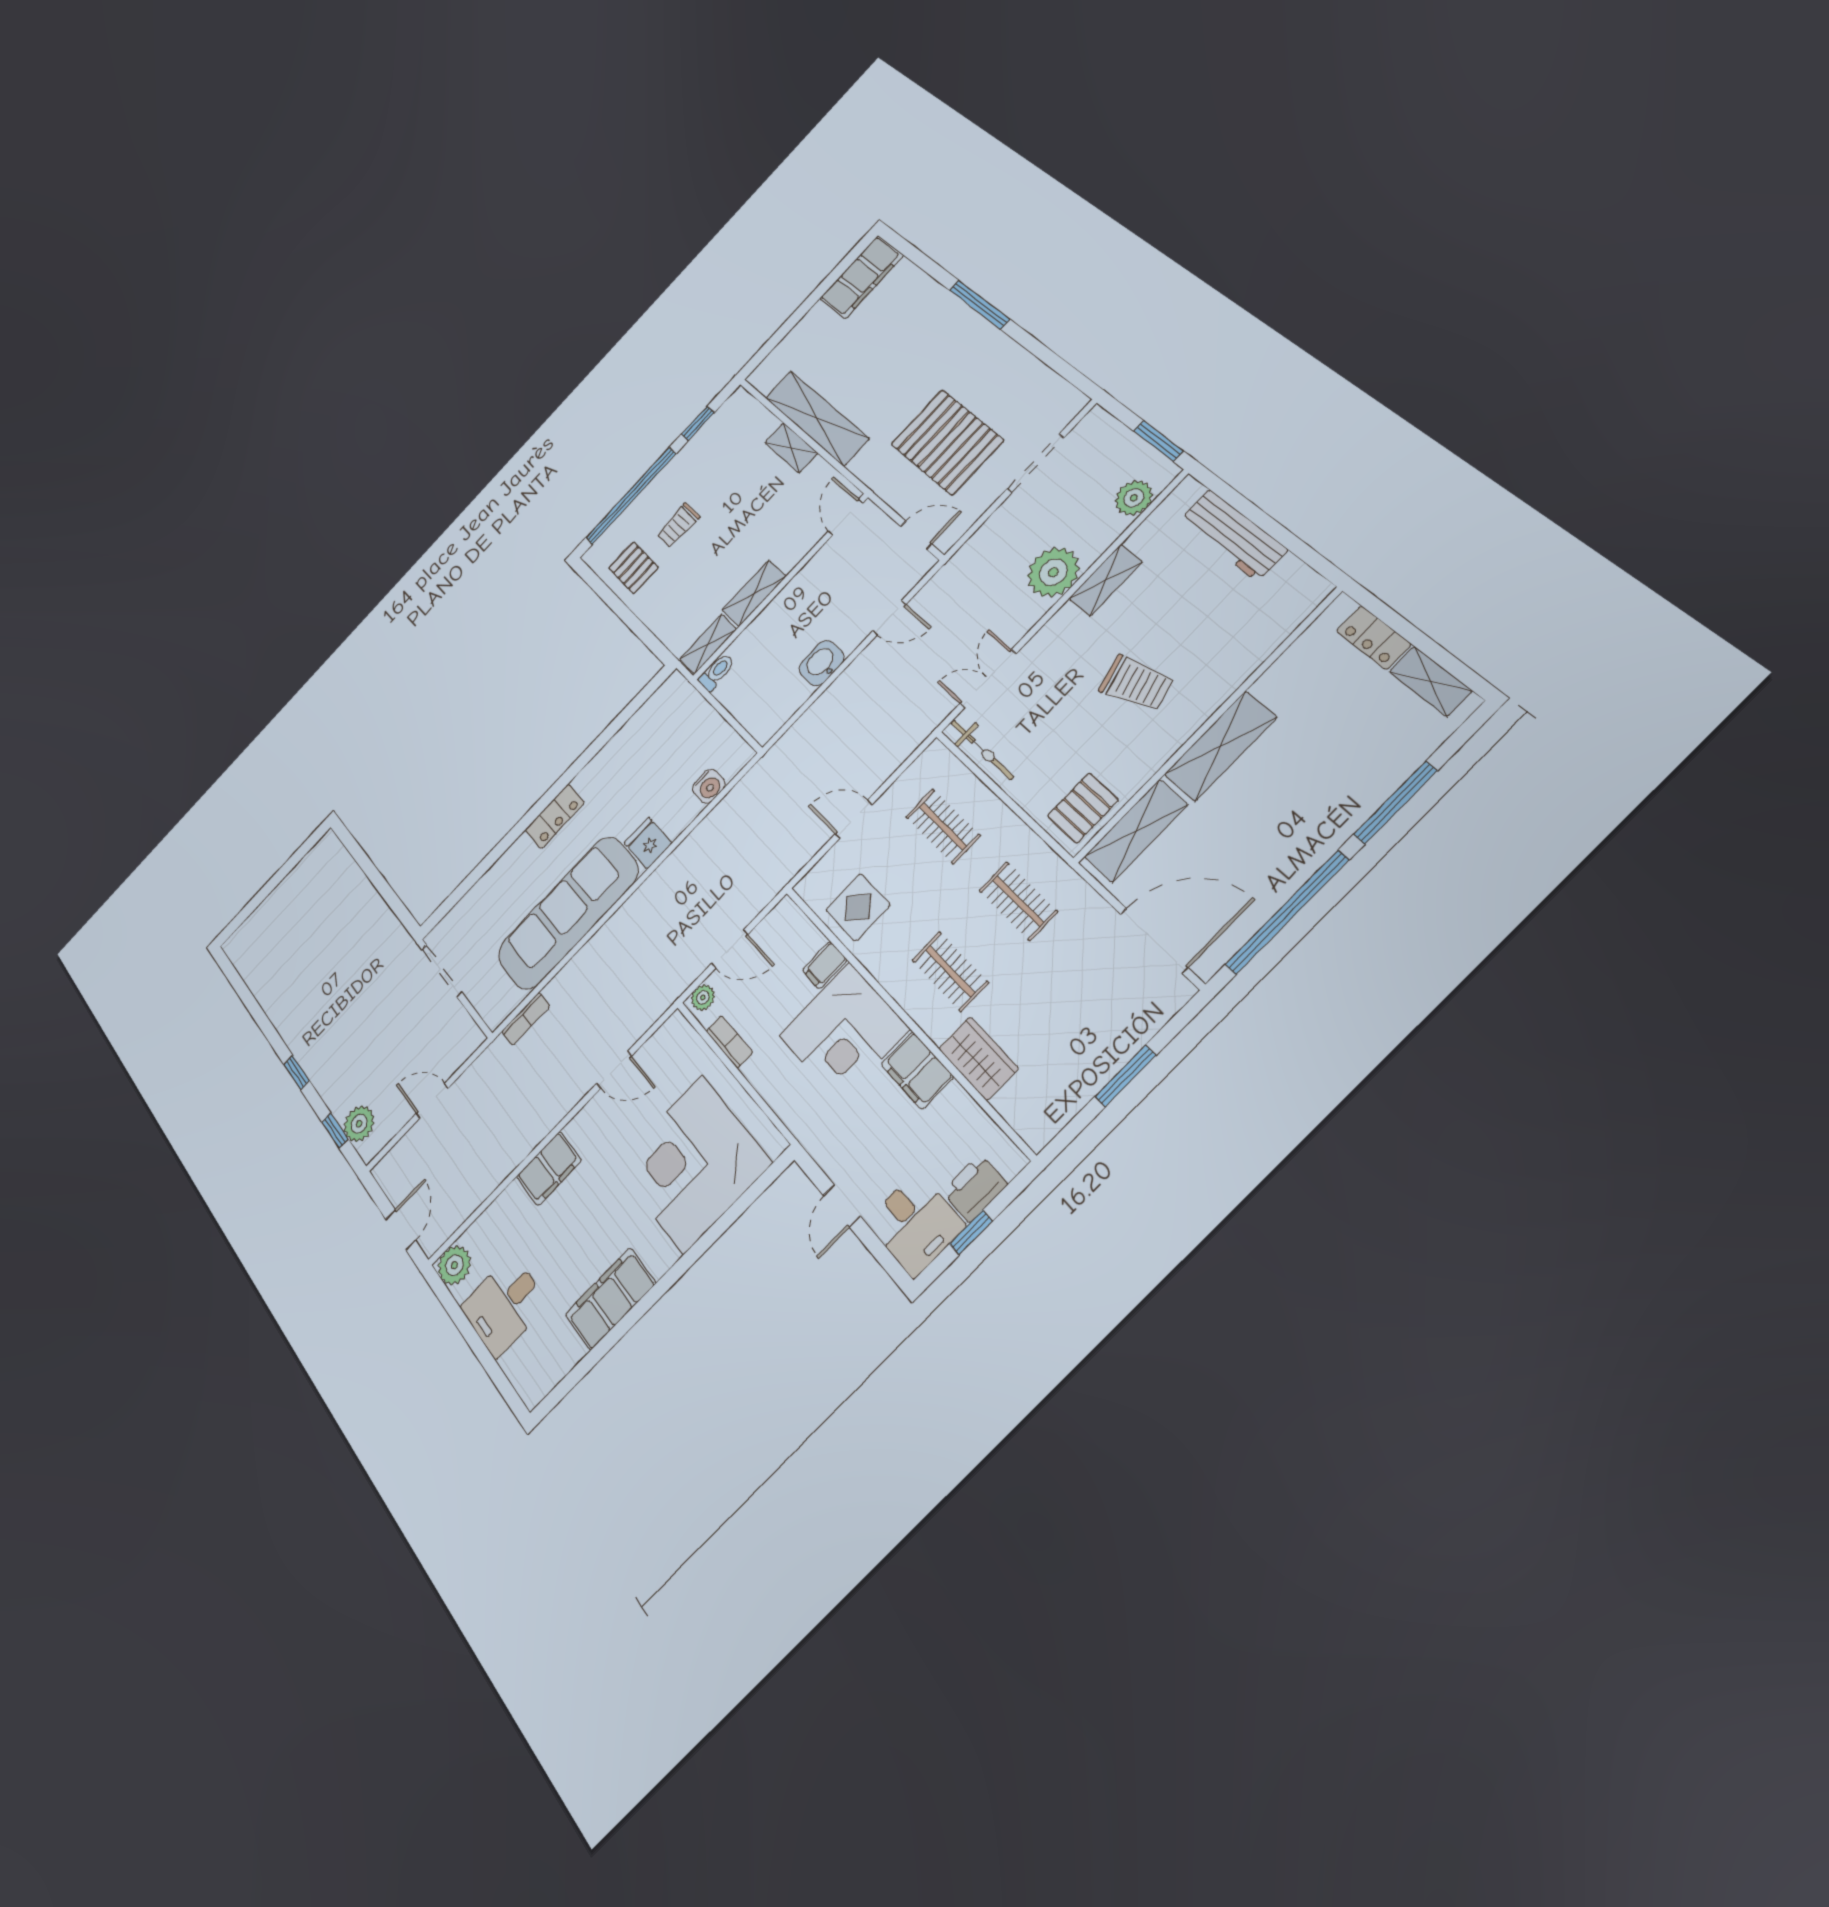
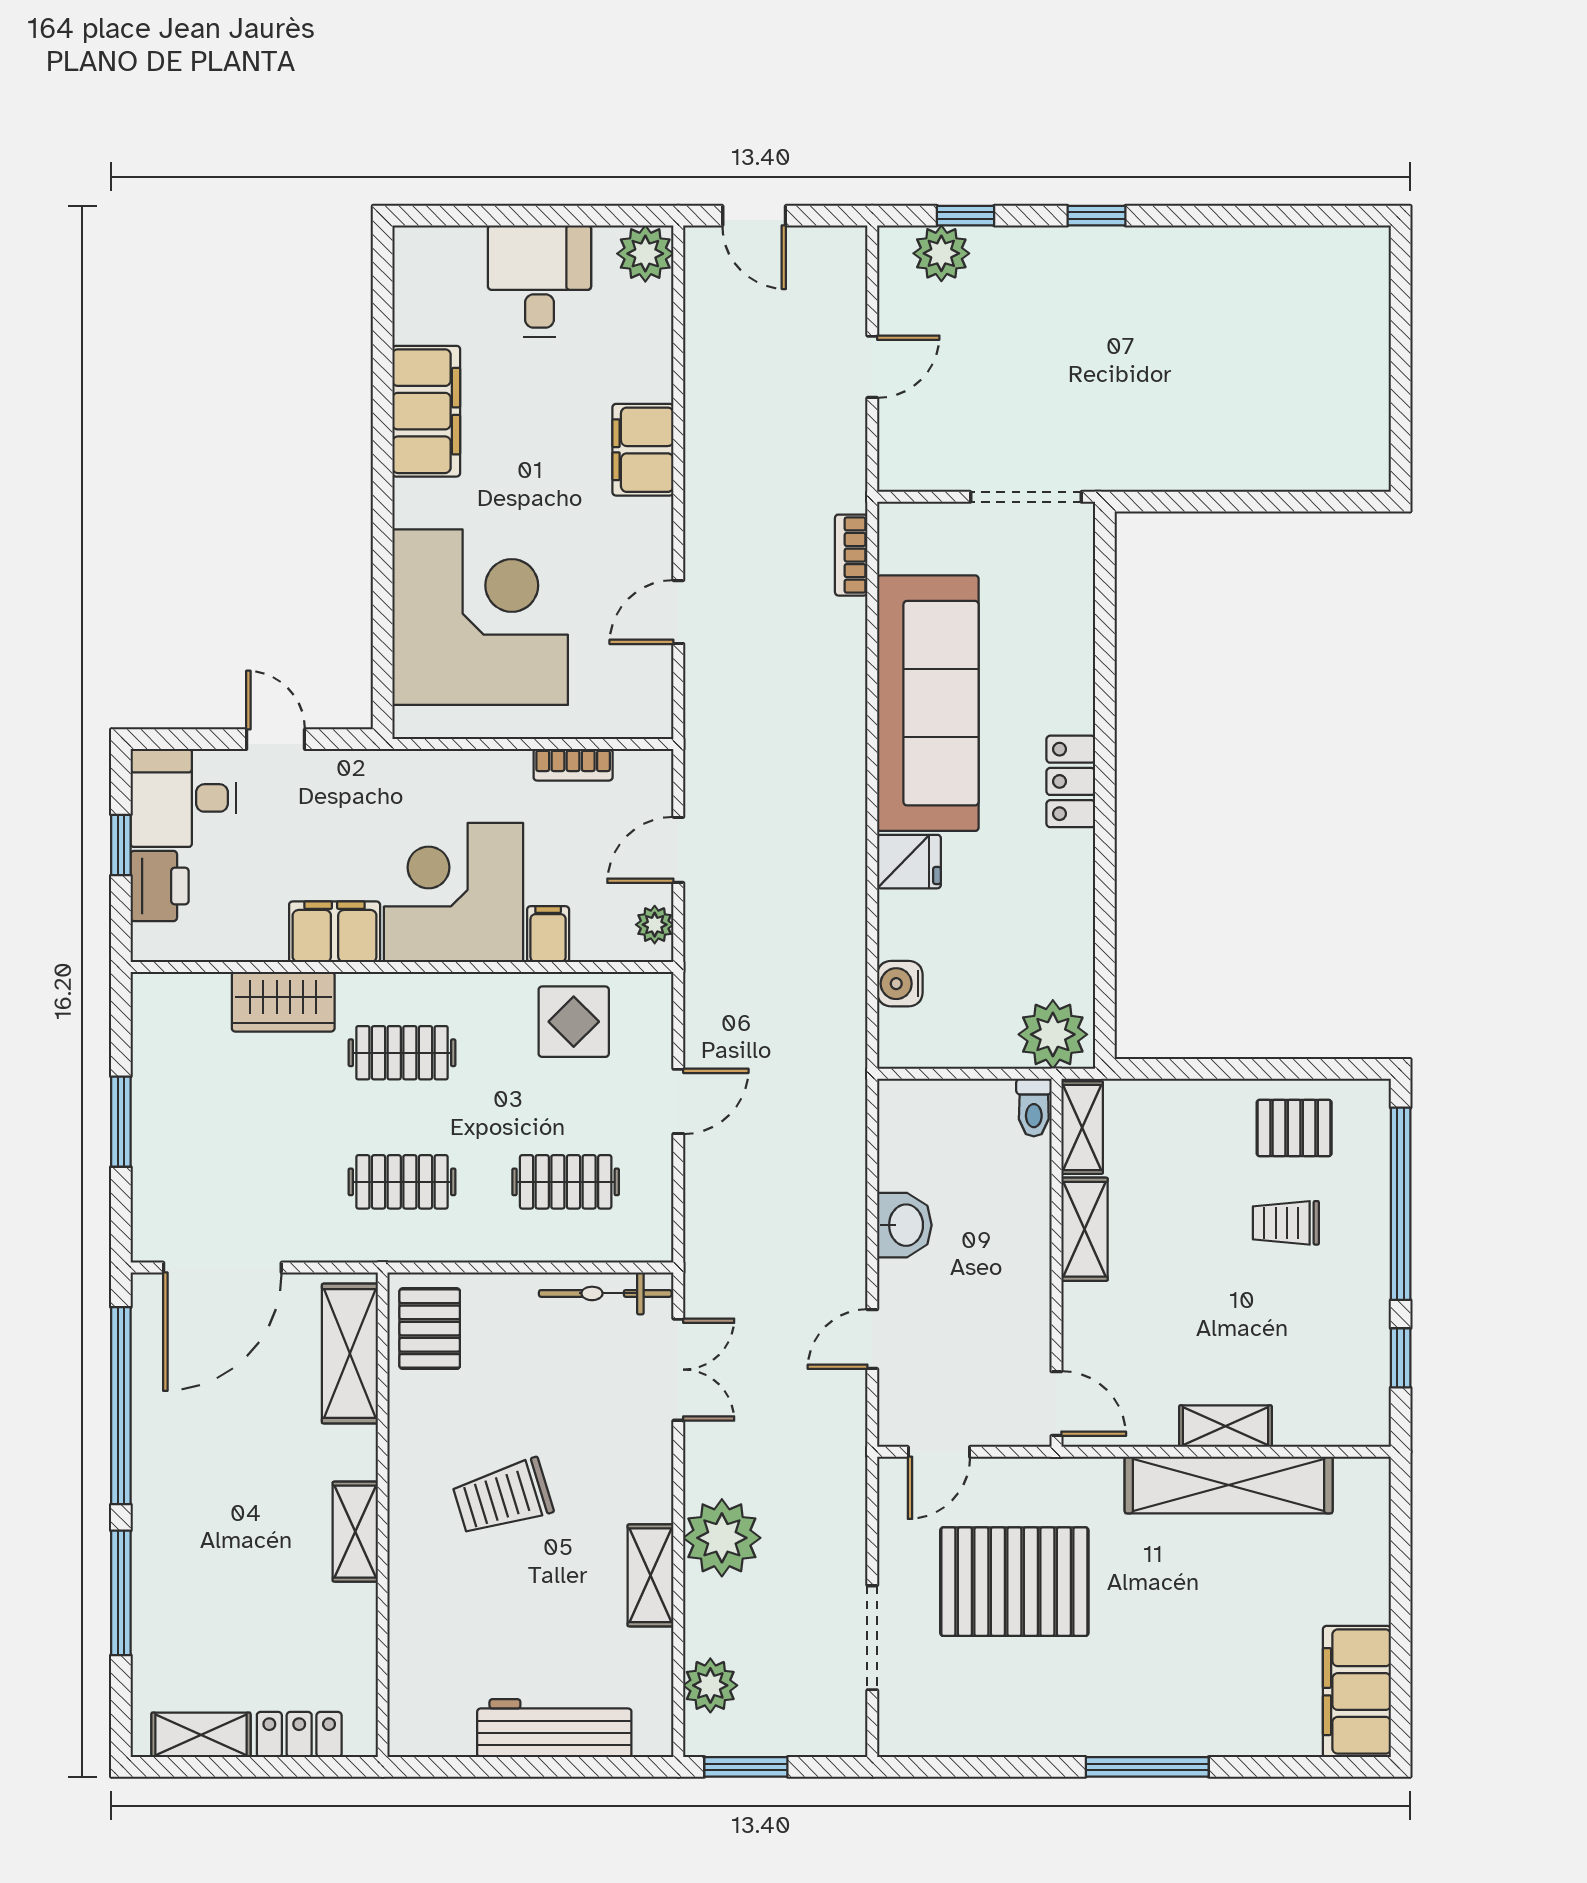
trolley: (678, 525) -> (1286, 1223), turned -90
plant: (676, 701) -> (1053, 1034), added
shelving: (1220, 746) -> (355, 1532), width x0.67, depth x0.75
plant: (703, 998) -> (655, 925), moved

